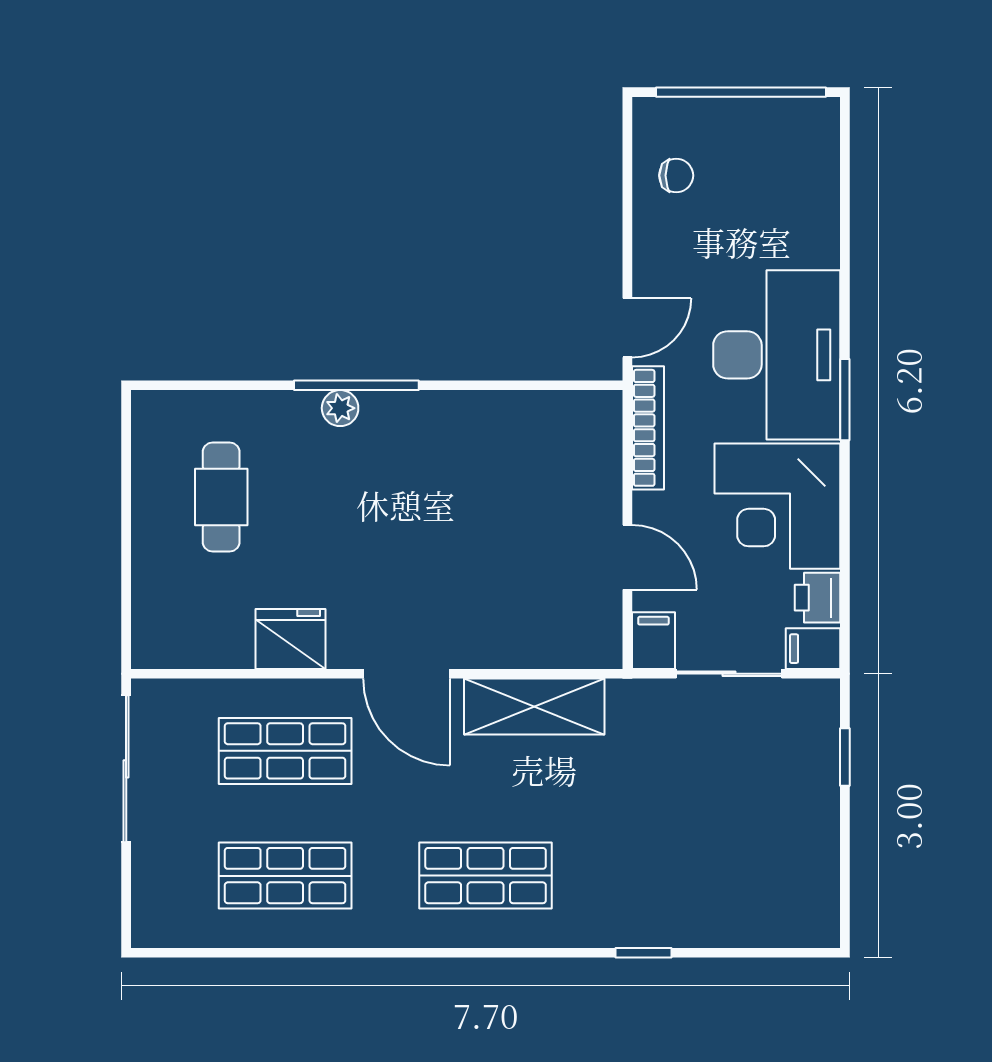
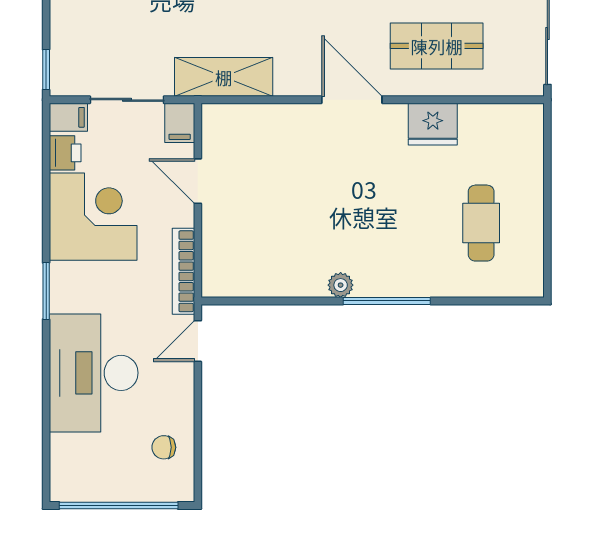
desk: (777, 355) -> (94, 373), moved
plant: (340, 408) -> (341, 285), moved
shelving: (534, 707) -> (224, 77), moved
window: (845, 757) -> (46, 70), moved

